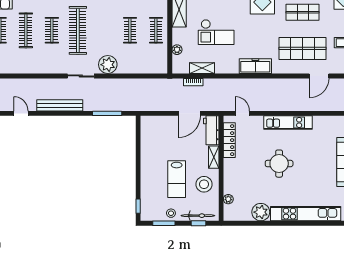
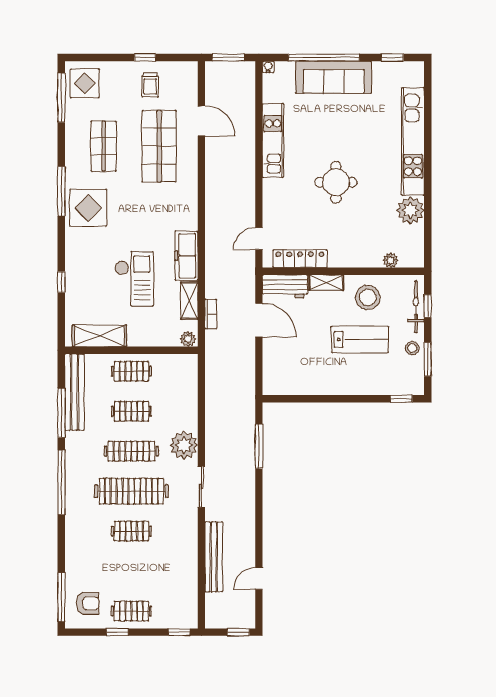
clothes rail: (26, 30) -> (131, 451), moved
plant: (177, 50) -> (188, 339), moved
freezer: (255, 66) -> (186, 256), moved
bench: (60, 105) -> (214, 557), moved
kitchen unit: (288, 122) -> (273, 141), moved

